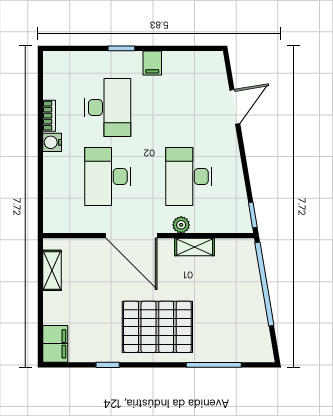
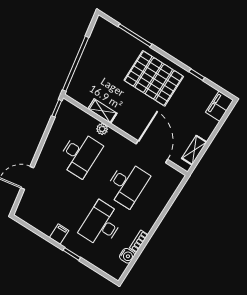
water cooler: (52, 142) -> (127, 256), moved
door: (131, 236) -> (152, 152), moved

